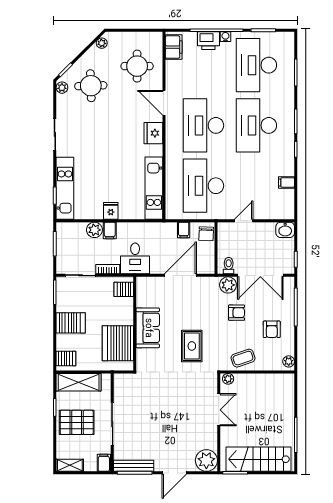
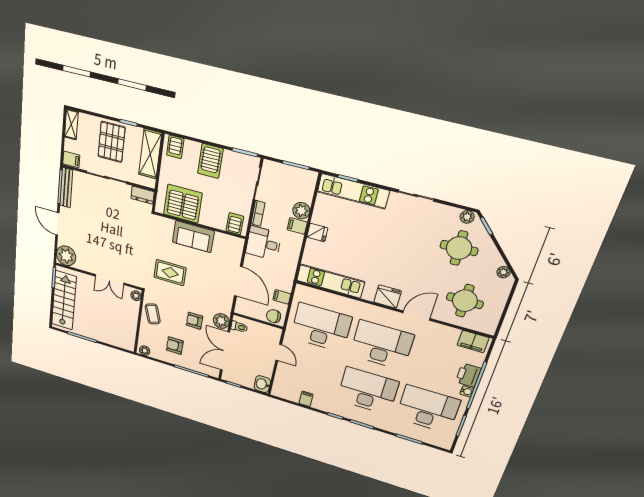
armchair: (237, 313) -> (194, 321), turned 90
dresser: (120, 385) -> (143, 195), added

